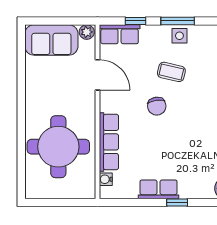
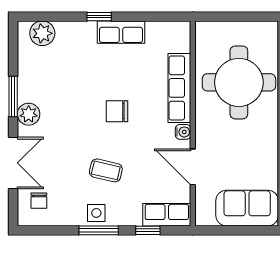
plant: (87, 32) -> (205, 217), removed
chair: (157, 106) -> (117, 111), moved, turned -81
water cooler: (106, 179) -> (183, 132), moved

